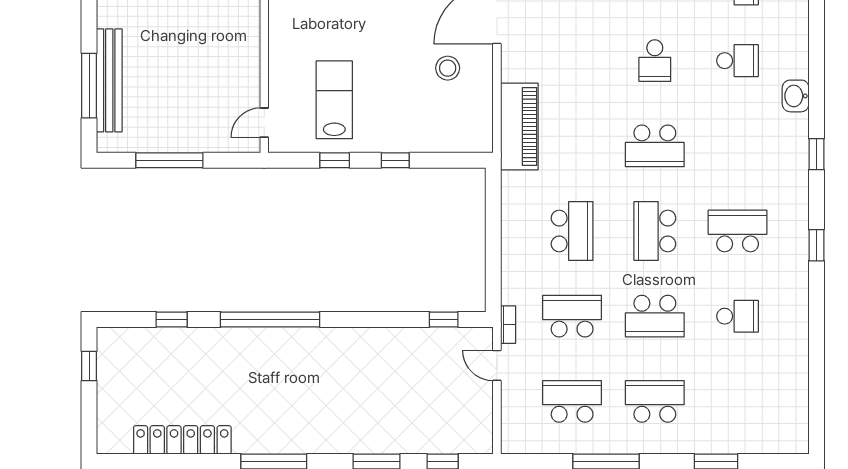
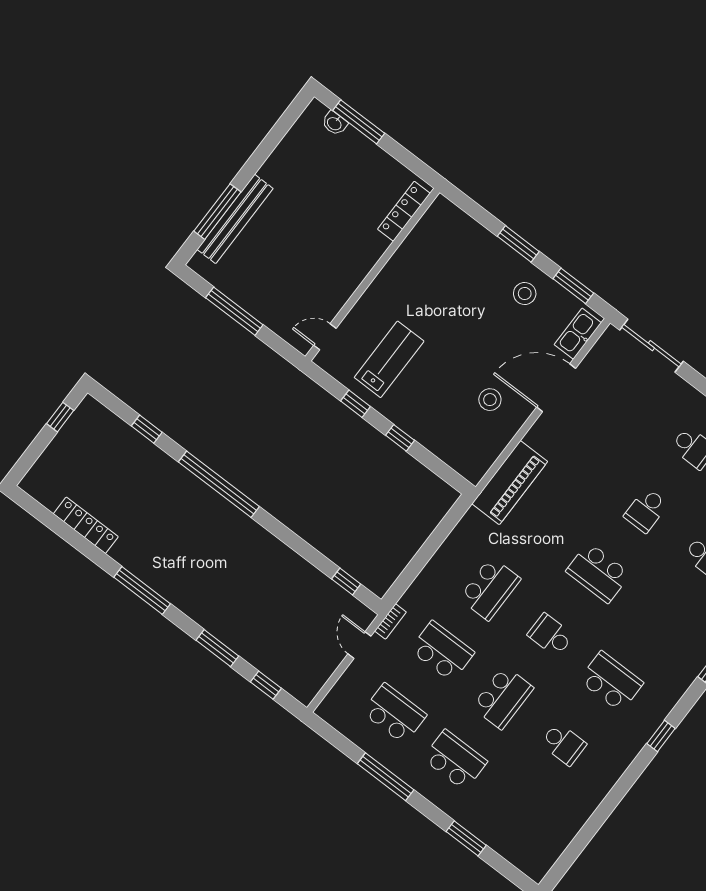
school desk: (655, 231) -> (550, 635), width x0.54
school desk: (655, 316) -> (503, 698), turned -90
locker: (182, 440) -> (86, 525), width x0.71, depth x0.83

